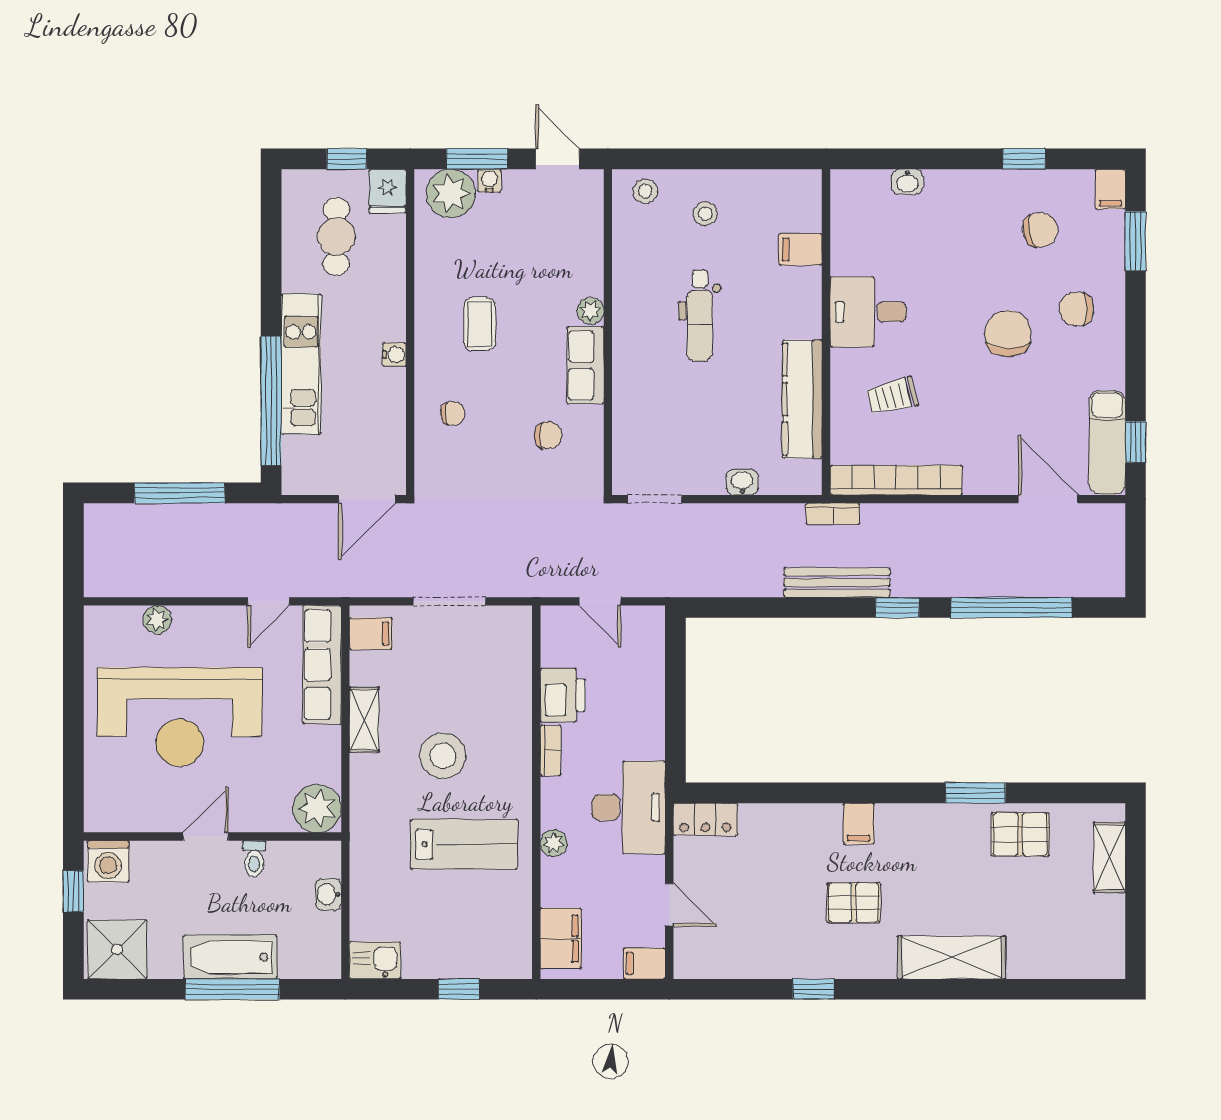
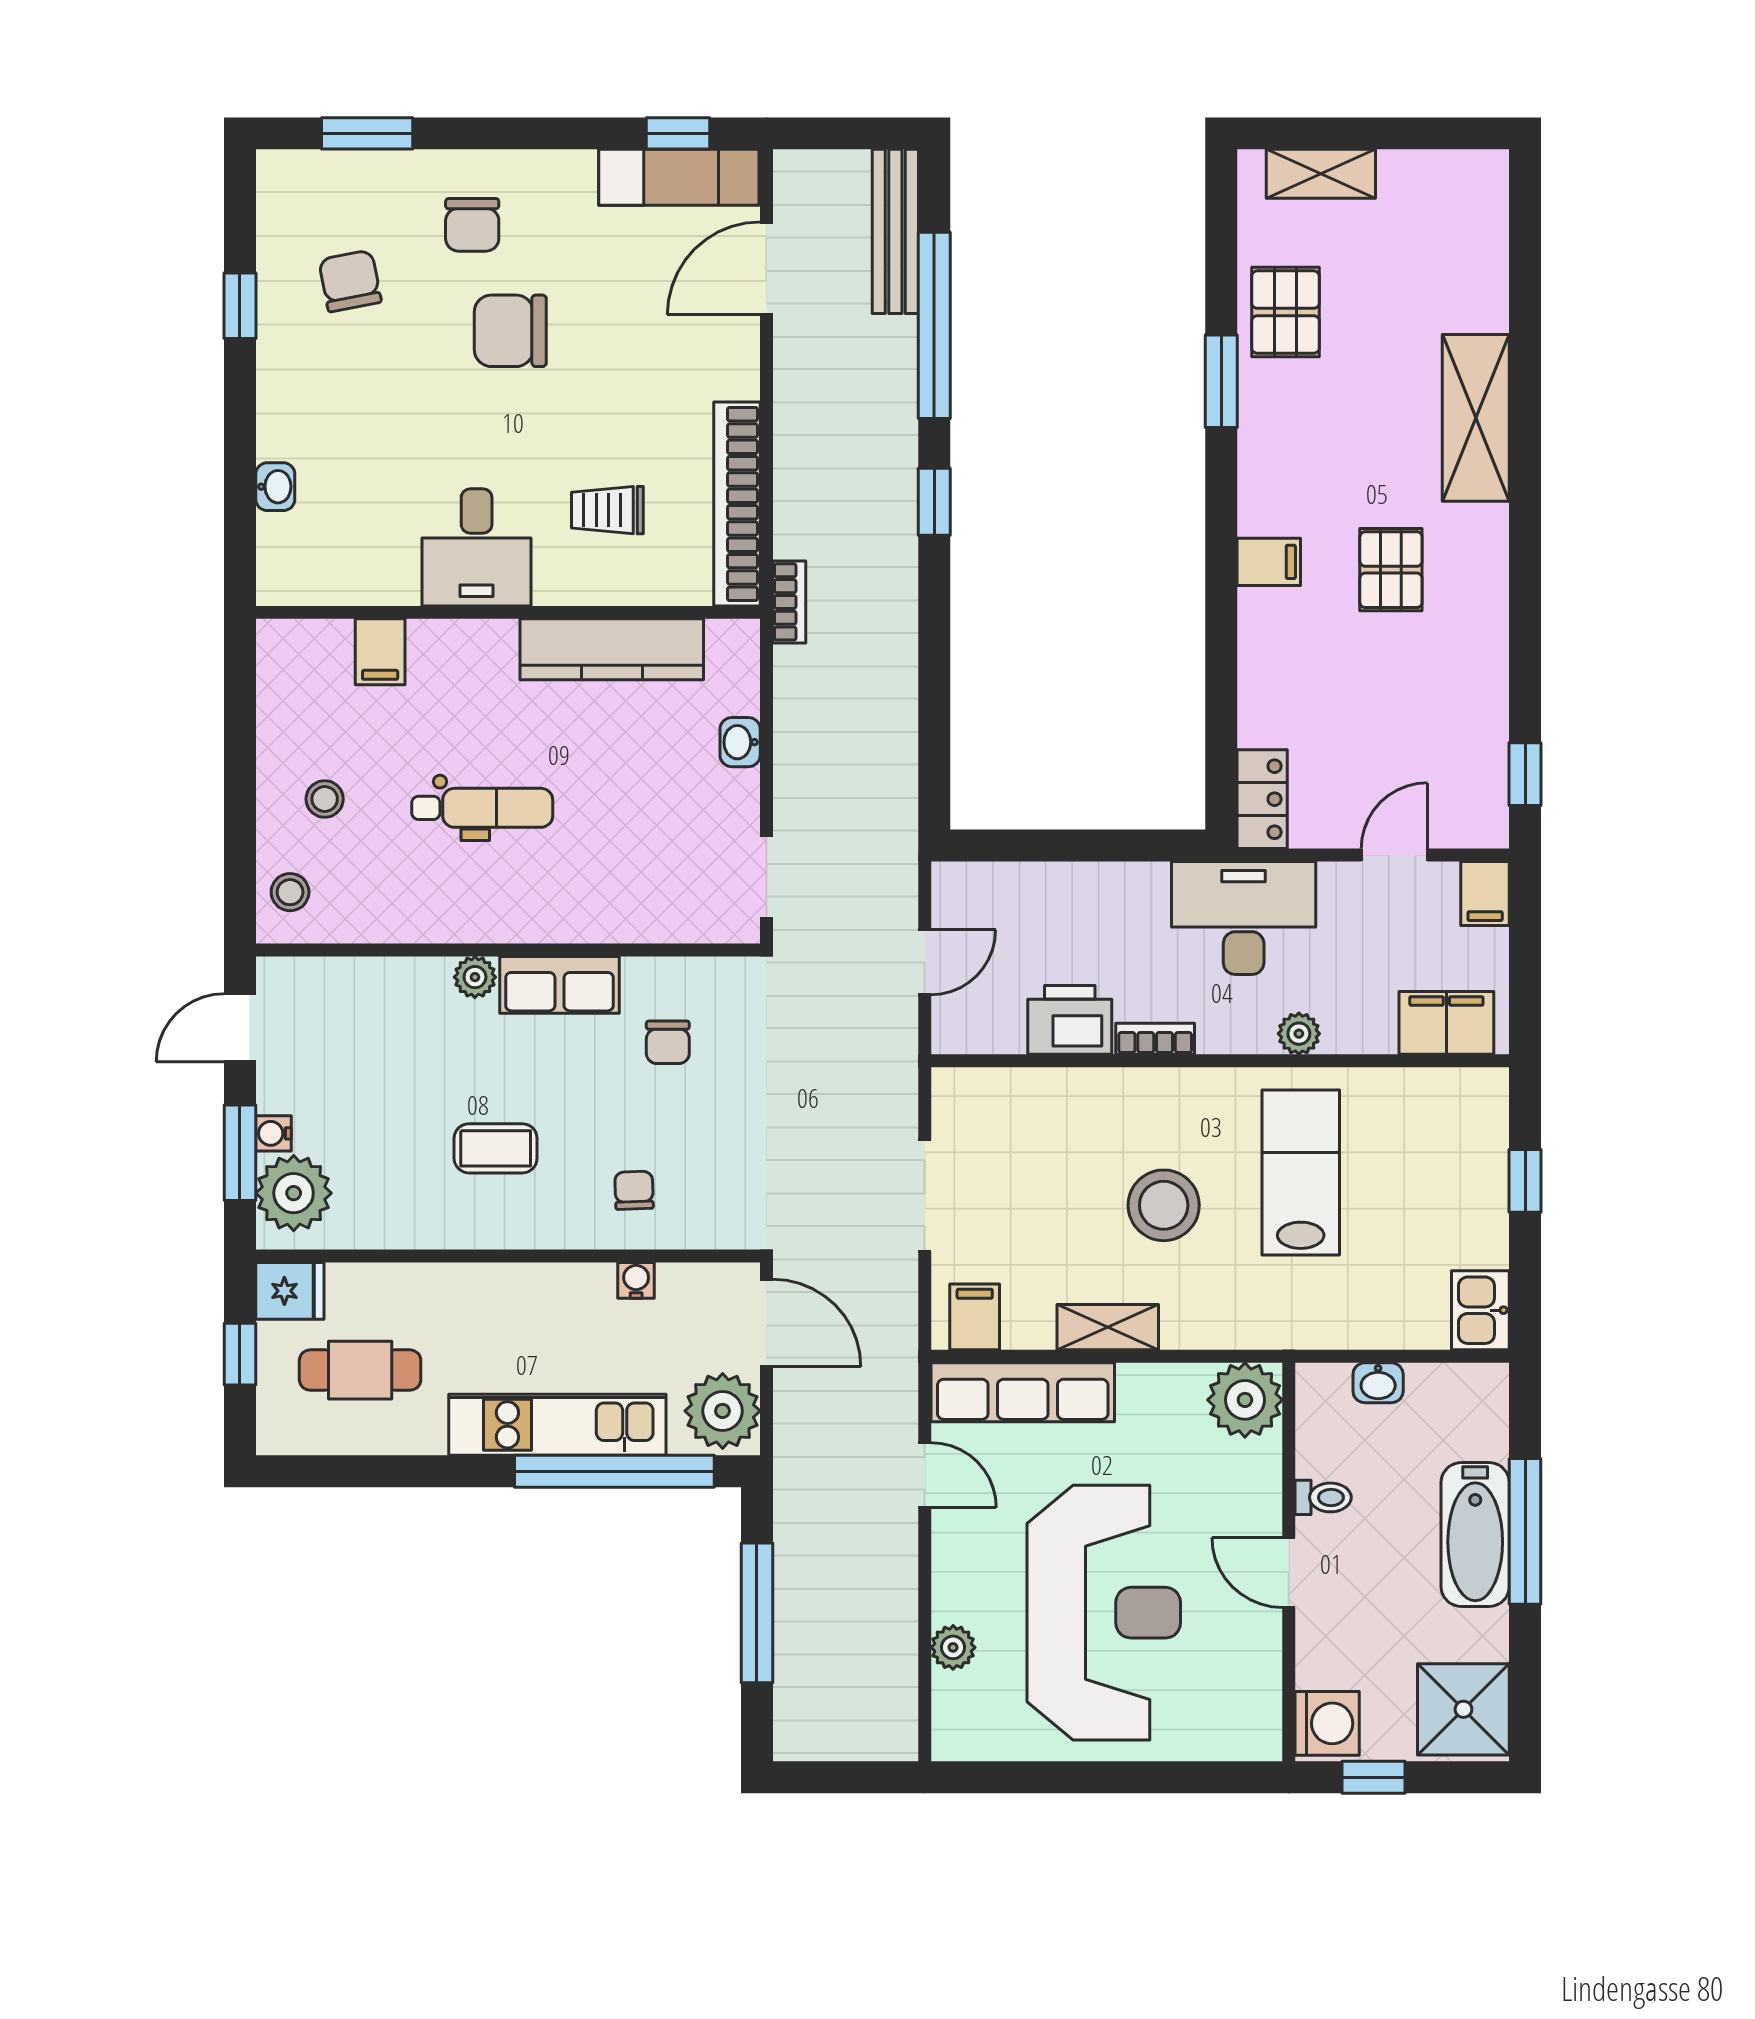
filing cabinet: (1110, 189) -> (287, 172), removed
water cooler: (394, 355) -> (636, 1280), moved
trolley: (892, 396) -> (607, 510), turned 104
chair: (548, 435) -> (668, 1042), turned 180
plant: (310, 471) -> (723, 1411), added
bench: (837, 582) -> (895, 231), moved
window: (813, 989) -> (1525, 774), moved

